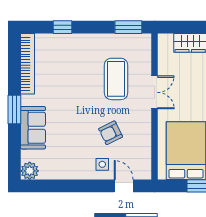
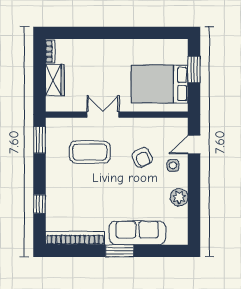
sofa: (33, 128) -> (137, 233), width x1.36
plant: (30, 171) -> (179, 197), moved

